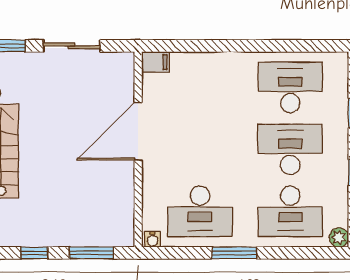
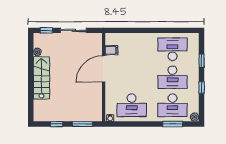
filing cabinet: (155, 62) -> (111, 50), moved
desk: (290, 149) -> (172, 77), turned 180
window: (234, 253) -> (173, 124), moved

